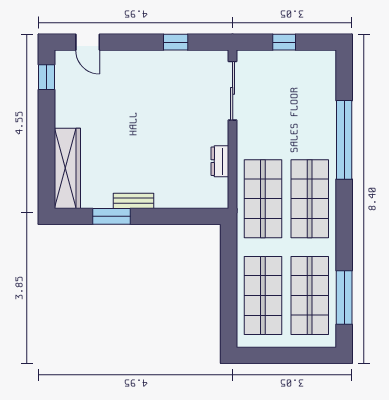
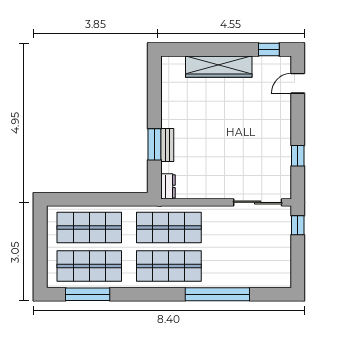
window: (284, 42) -> (298, 225), moved
dresser: (220, 161) -> (168, 186), moved, turned 90
wardrobe: (67, 168) -> (219, 67), moved
bench: (133, 201) -> (167, 145), moved
window: (111, 216) -> (154, 144), moved

